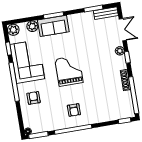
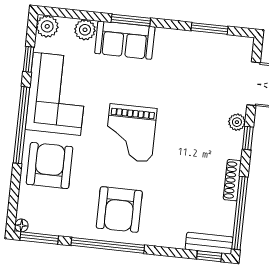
bench: (106, 13) -> (209, 243), moved
grand piano: (69, 71) -> (131, 133), turned 180
armchair: (34, 98) -> (50, 165), width x1.88, depth x1.88
armchair: (74, 110) -> (119, 209), width x1.88, depth x1.88

